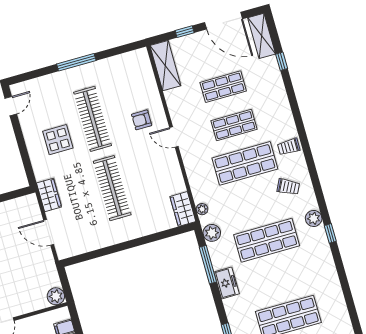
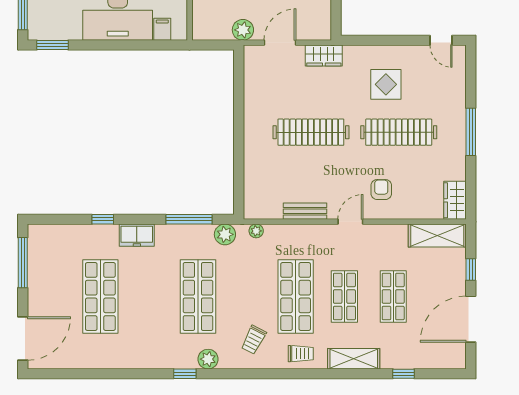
shelving: (262, 36) -> (354, 359), moved
trolley: (289, 147) -> (301, 354), turned 90
bench: (176, 175) -> (305, 211), added
wardrobe: (183, 209) -> (455, 200), moved, turned -90
freezer: (227, 283) -> (137, 235), moved
plant: (56, 296) -> (243, 30), moved

